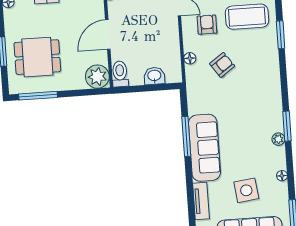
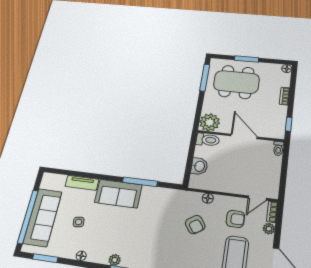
dining table: (37, 57) -> (236, 82), width x1.37
sofa: (204, 148) -> (118, 194), width x0.73
side table: (246, 190) -> (79, 222), width x0.54, depth x0.54

